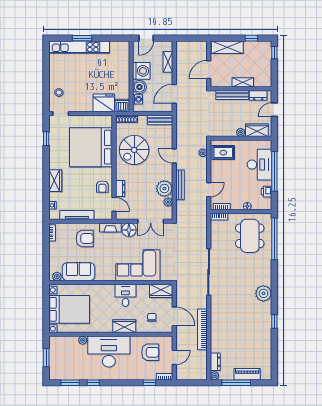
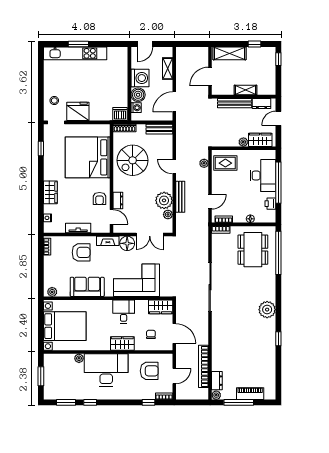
fridge: (104, 103) -> (78, 111), moved
tv unit: (77, 215) -> (78, 228), width x0.71
sofa: (78, 272) -> (87, 287), moved
bookcase: (202, 329) -> (204, 366), moved

